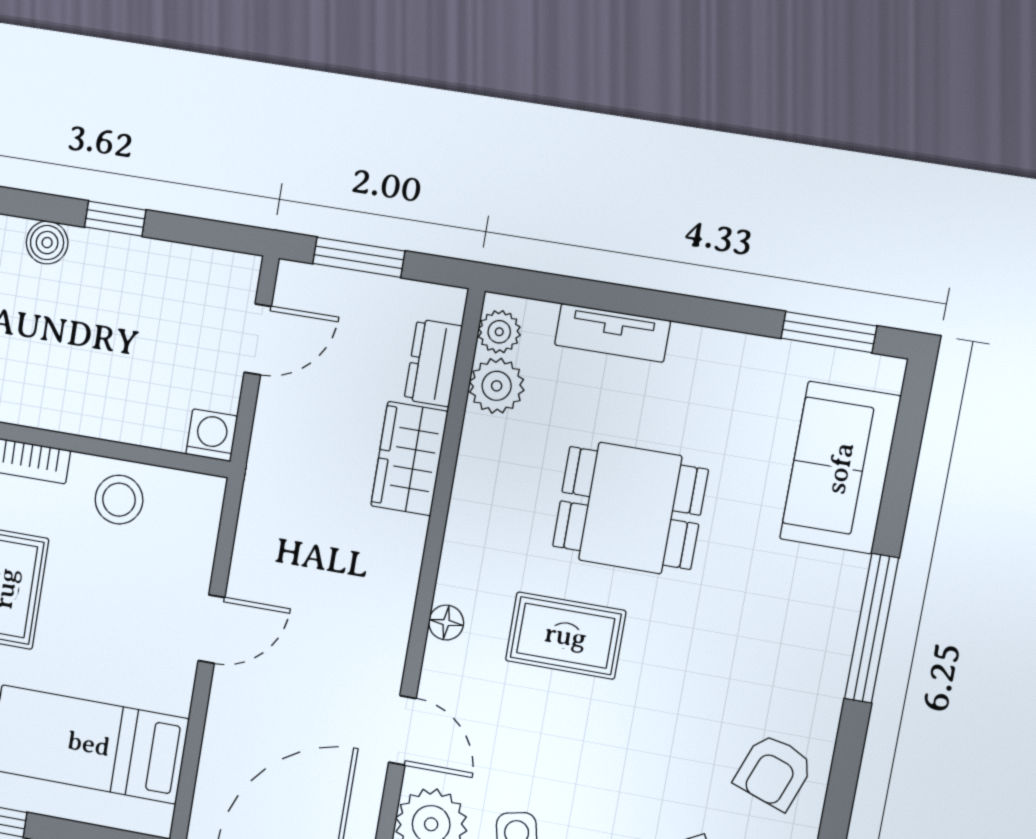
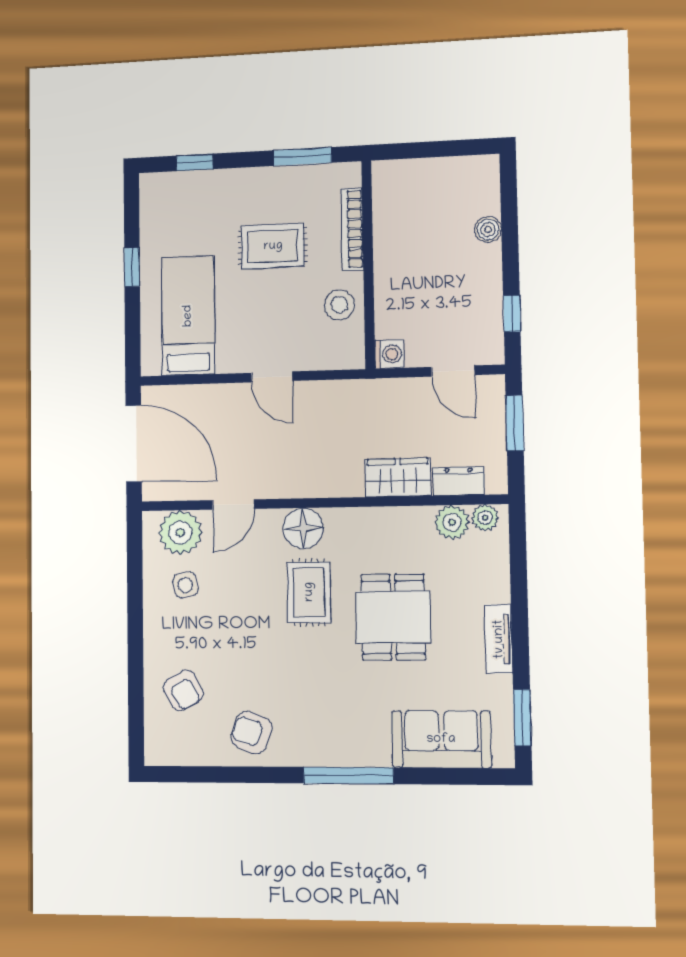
window: (115, 219) -> (512, 313), moved
tv unit: (612, 333) -> (499, 639), moved
floor lamp: (446, 623) -> (303, 528), width x1.89, depth x1.89

